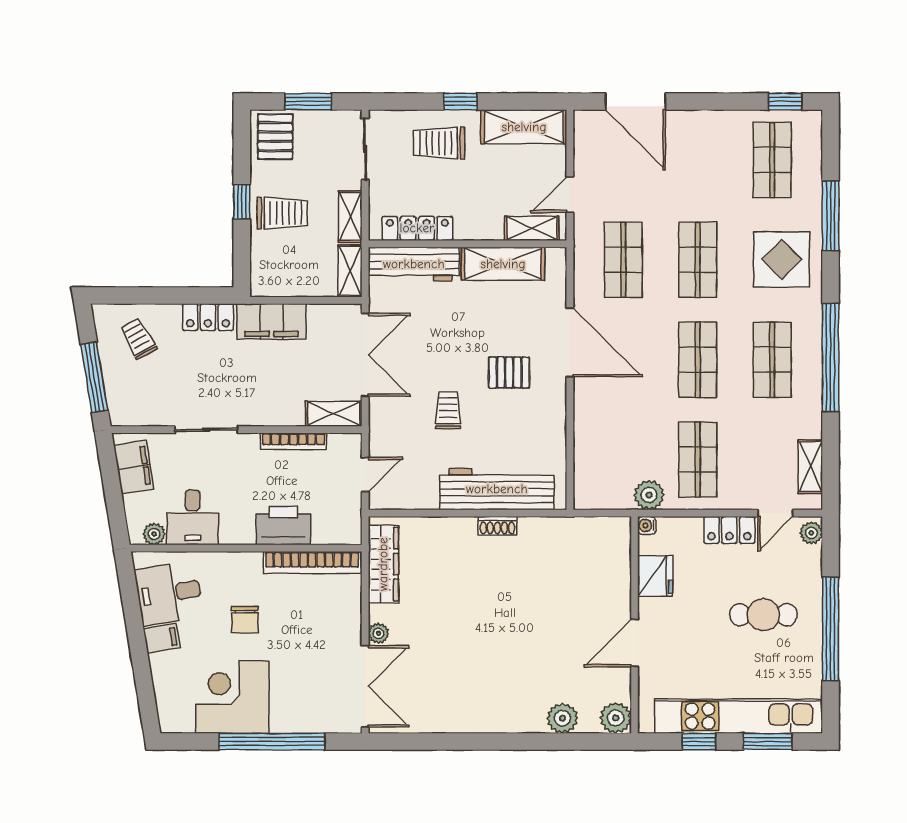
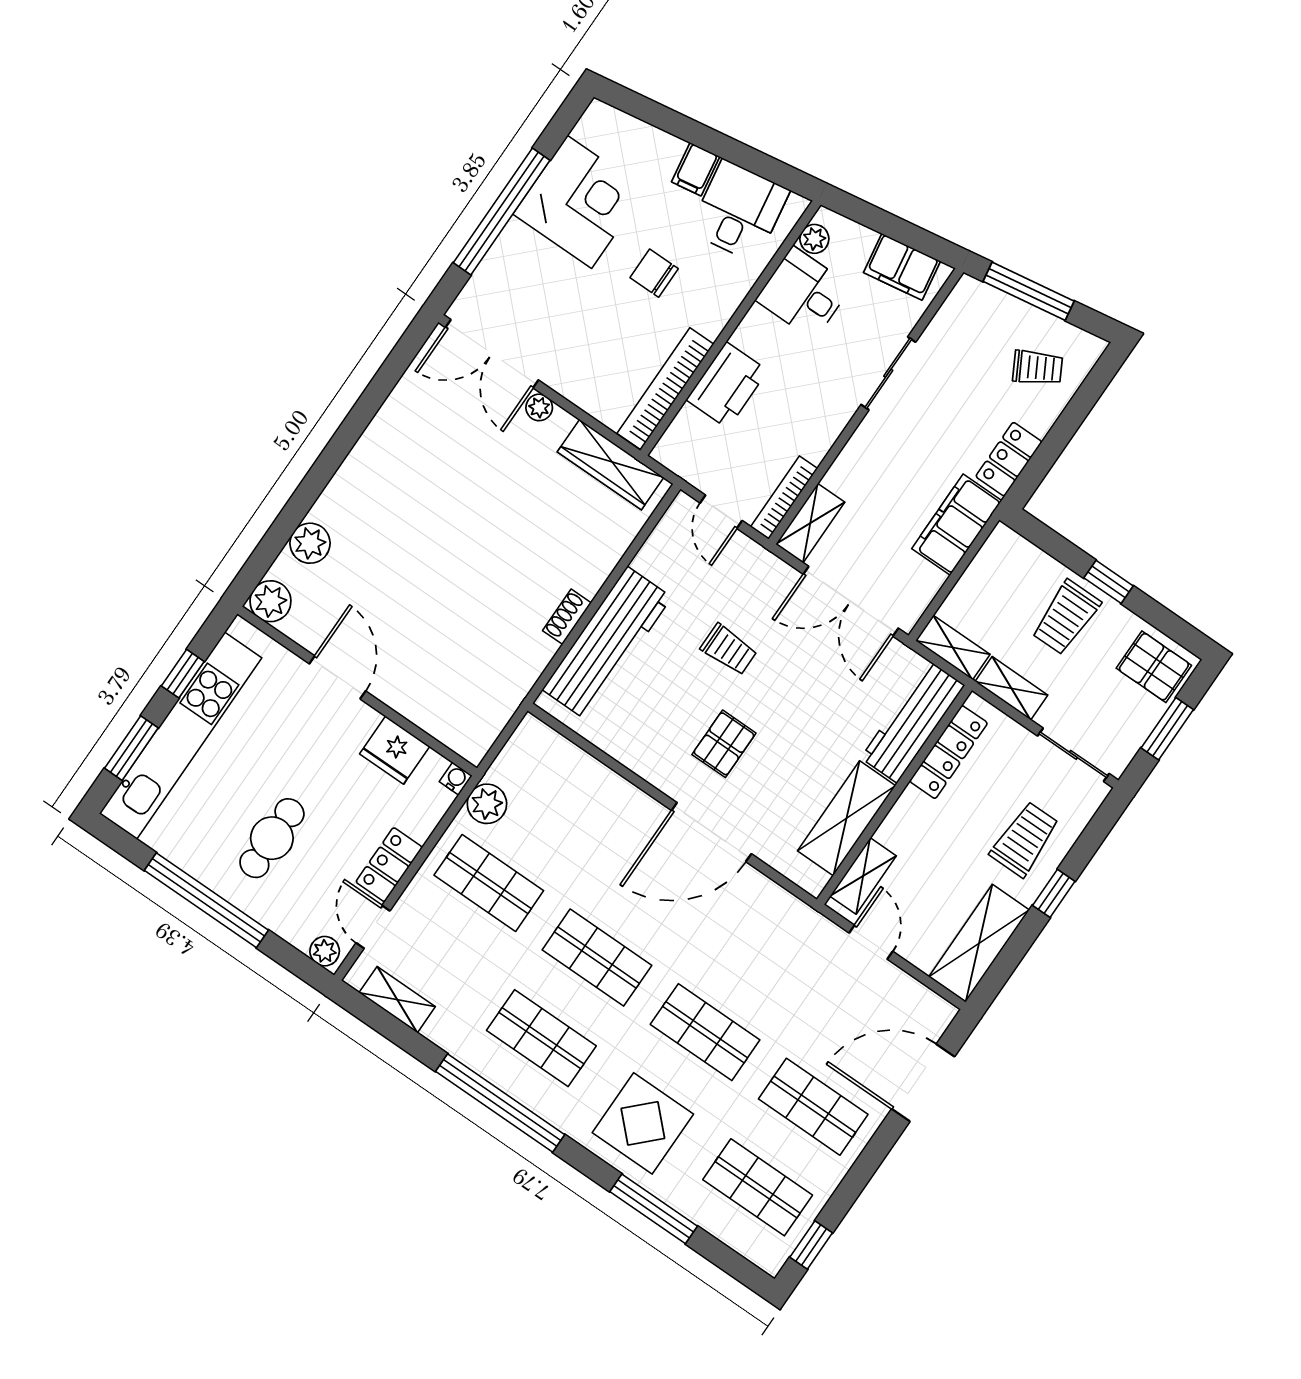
shop shelf: (623, 260) -> (813, 1107), moved
bookcase: (293, 441) -> (784, 498), moved

